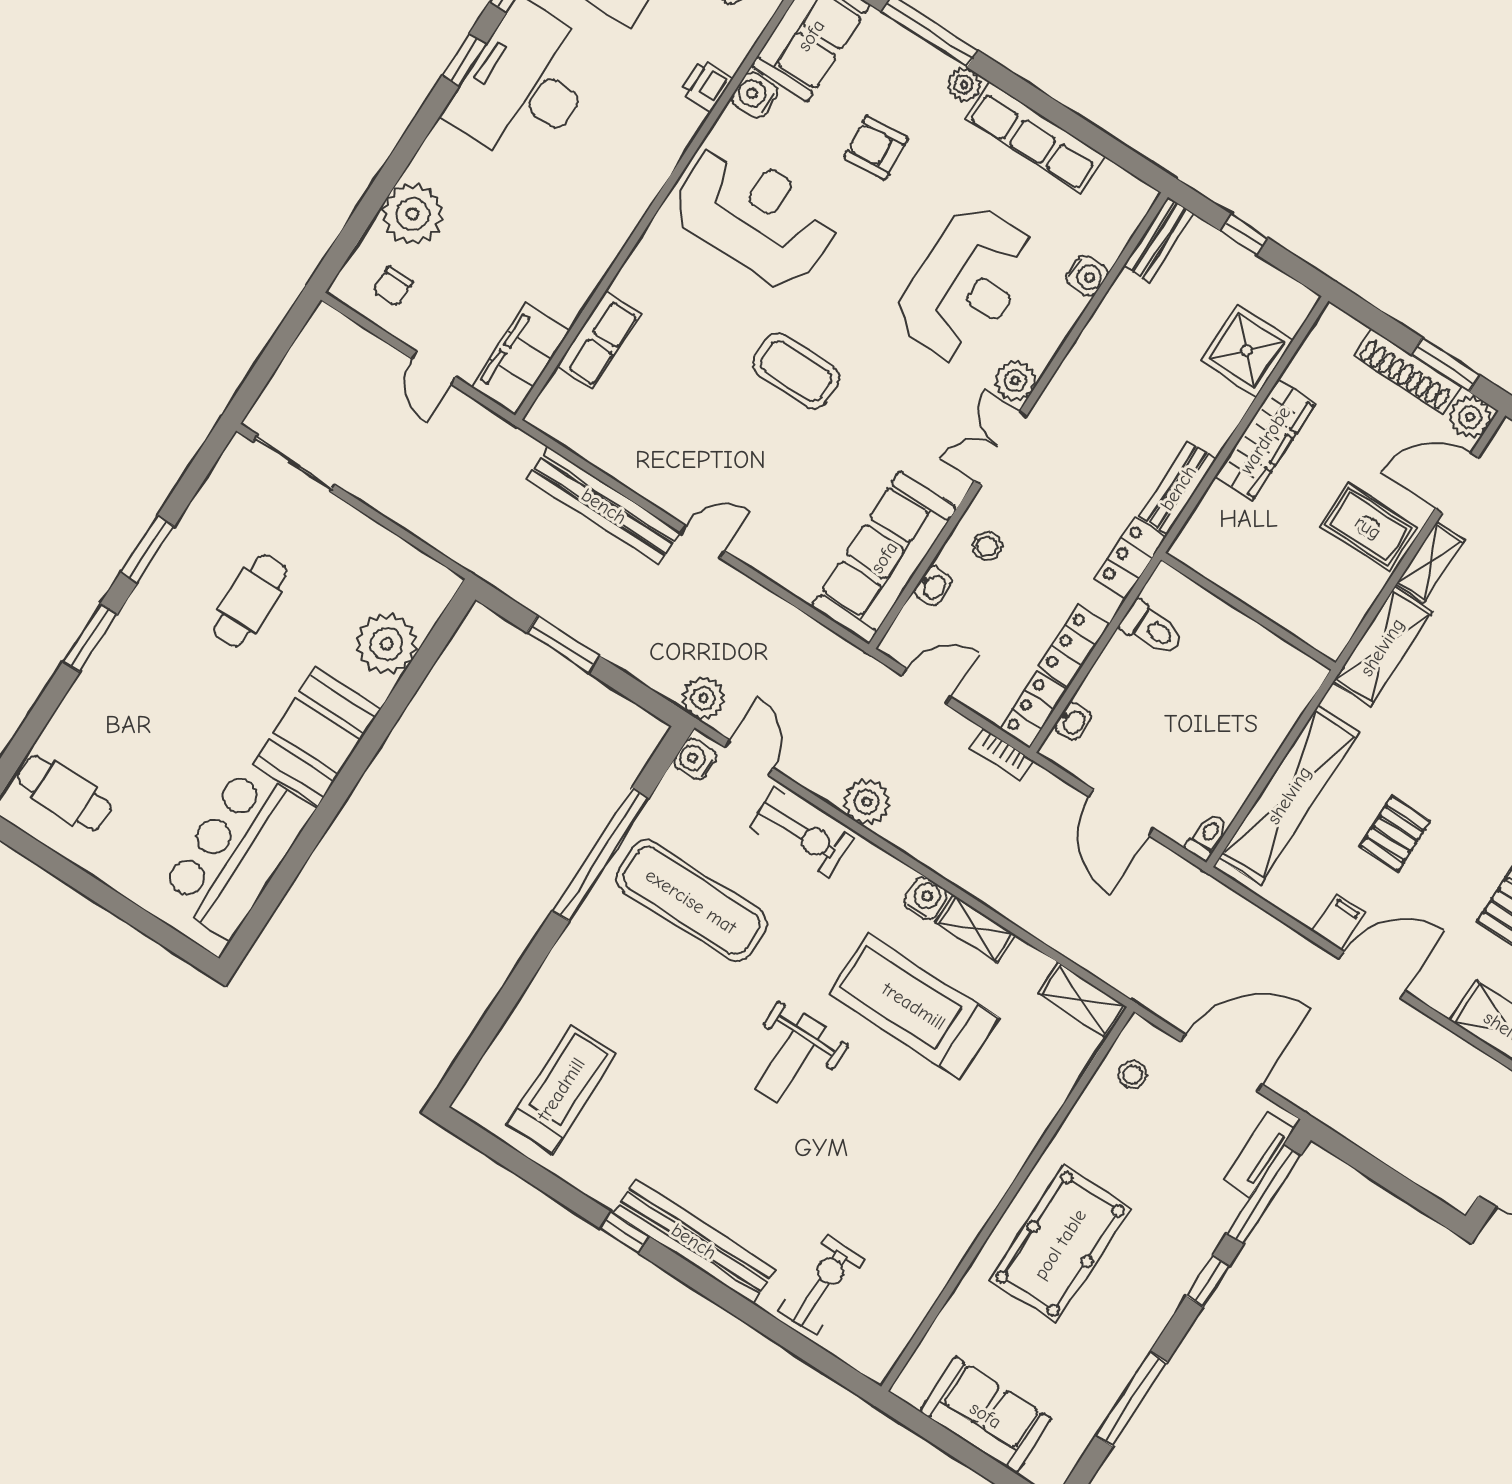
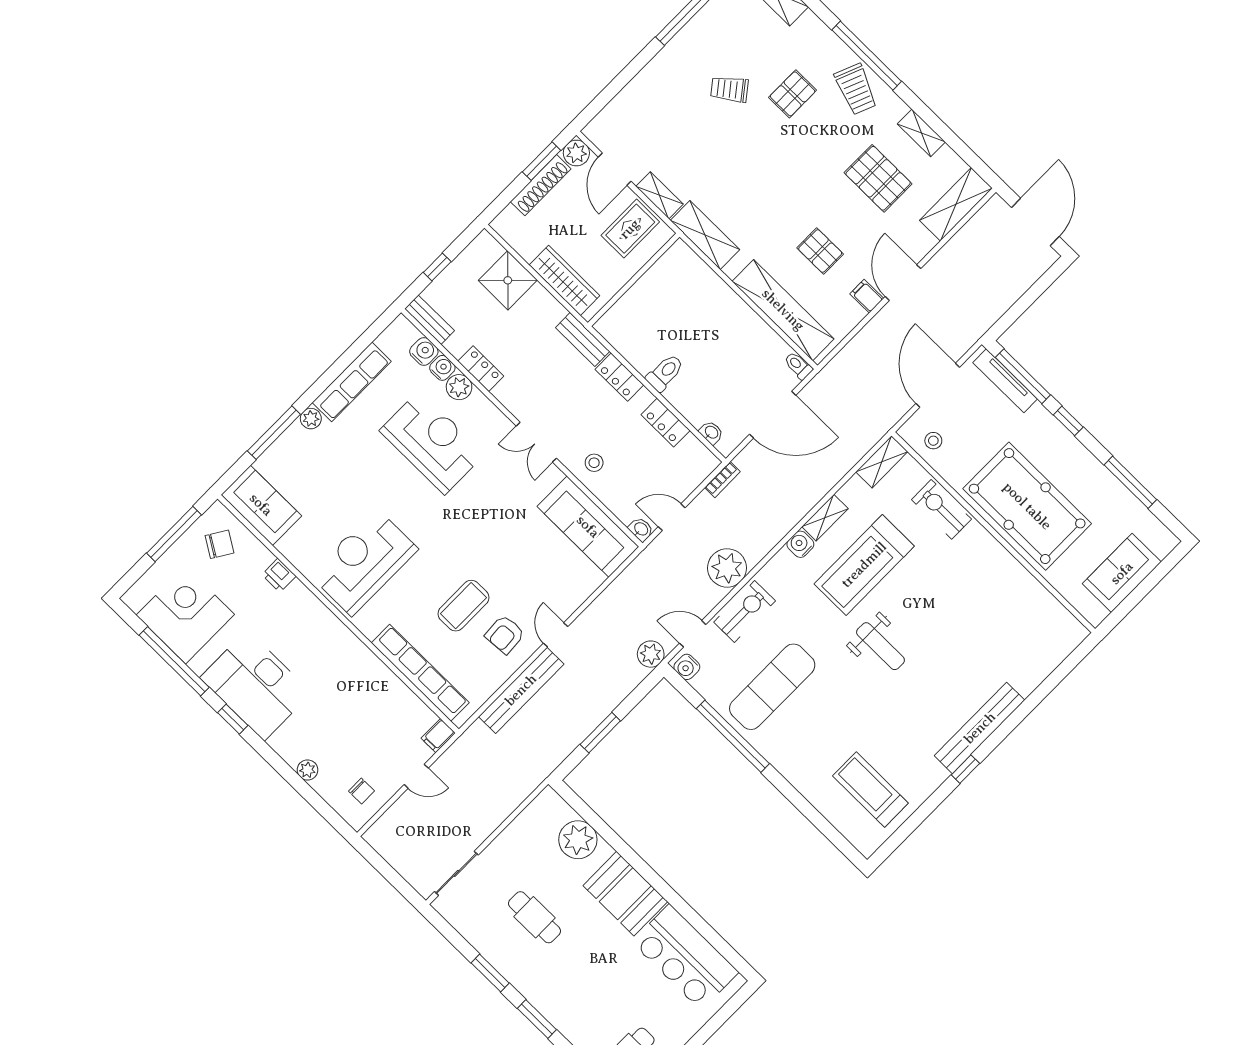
water cooler: (755, 95) -> (424, 351), moved, turned 180
armchair: (876, 148) -> (505, 634), moved
plant: (413, 214) -> (307, 770), width x0.53, depth x0.53
row of seats: (599, 340) -> (420, 673), width x2.02
filing cabinet: (520, 359) -> (438, 736), width x0.33, depth x0.86
coffee table: (796, 371) -> (463, 606), moved
plant: (1015, 381) -> (459, 387), moved
washbasin: (933, 586) -> (641, 529), moved
wall: (1248, 611) -> (634, 280), moved
door: (926, 686) -> (672, 517), hinge flipped
locker: (1034, 710) -> (481, 369), moved, turned 180
plant: (867, 802) -> (727, 568), width x1.36, depth x1.36
door: (1121, 812) -> (773, 415), width x1.36
tv unit: (1260, 1154) -> (1005, 381), width x1.41
pool table: (1060, 1244) -> (1027, 506), width x1.36, depth x1.32
exercise bike: (822, 1285) -> (941, 509), moved

